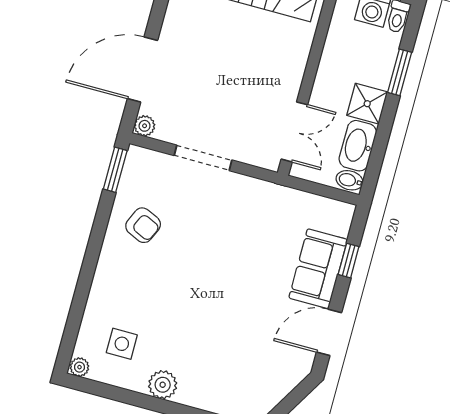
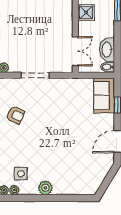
shower: (367, 104) -> (86, 12), moved
sofa: (318, 269) -> (104, 95), moved
plant: (100, 372) -> (14, 190), added

